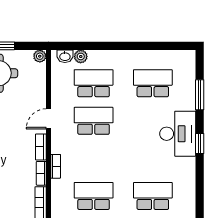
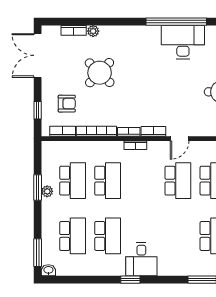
door: (48, 119) -> (180, 139), swing flipped
desk: (178, 134) -> (141, 259), moved, width x0.73
window: (200, 144) -> (130, 280), moved

